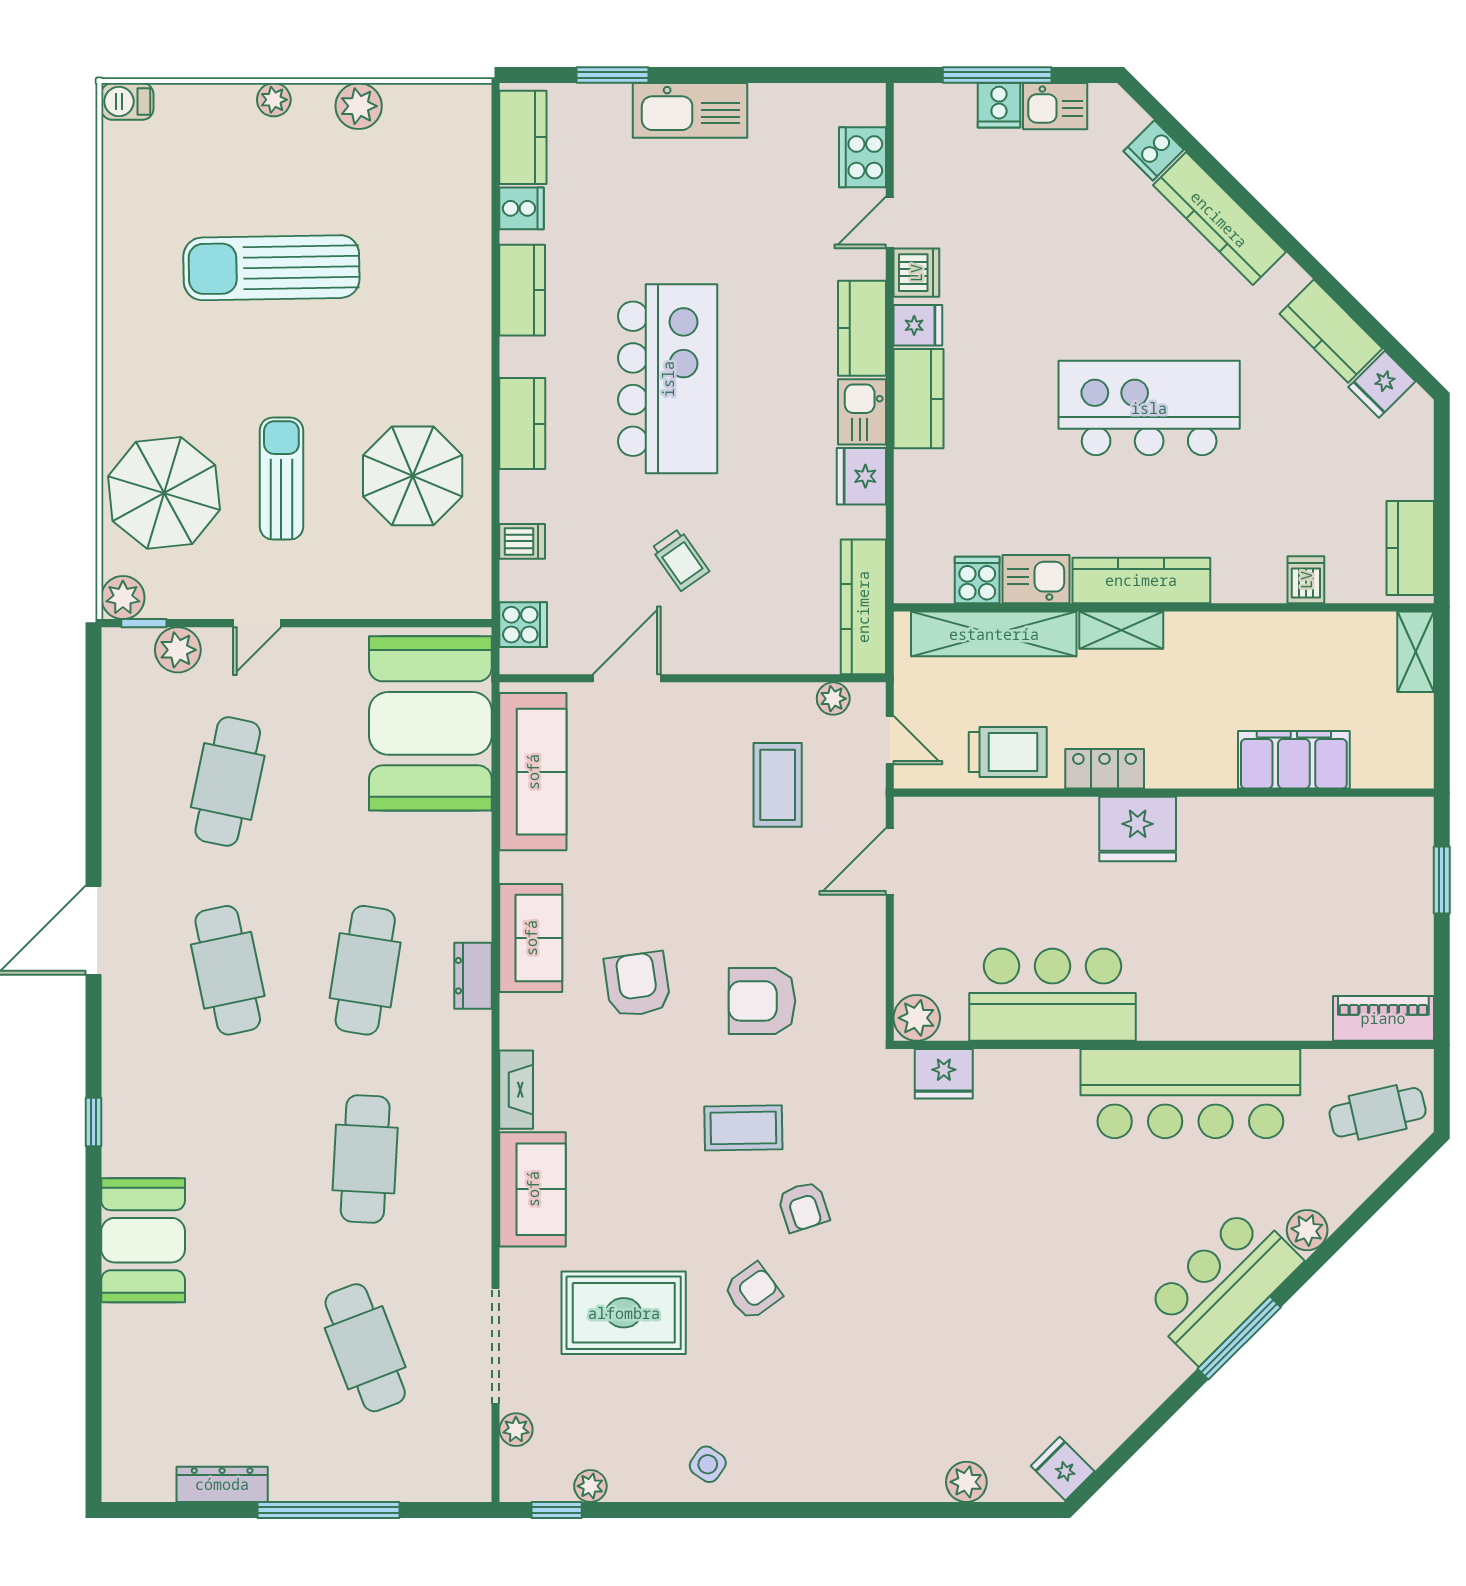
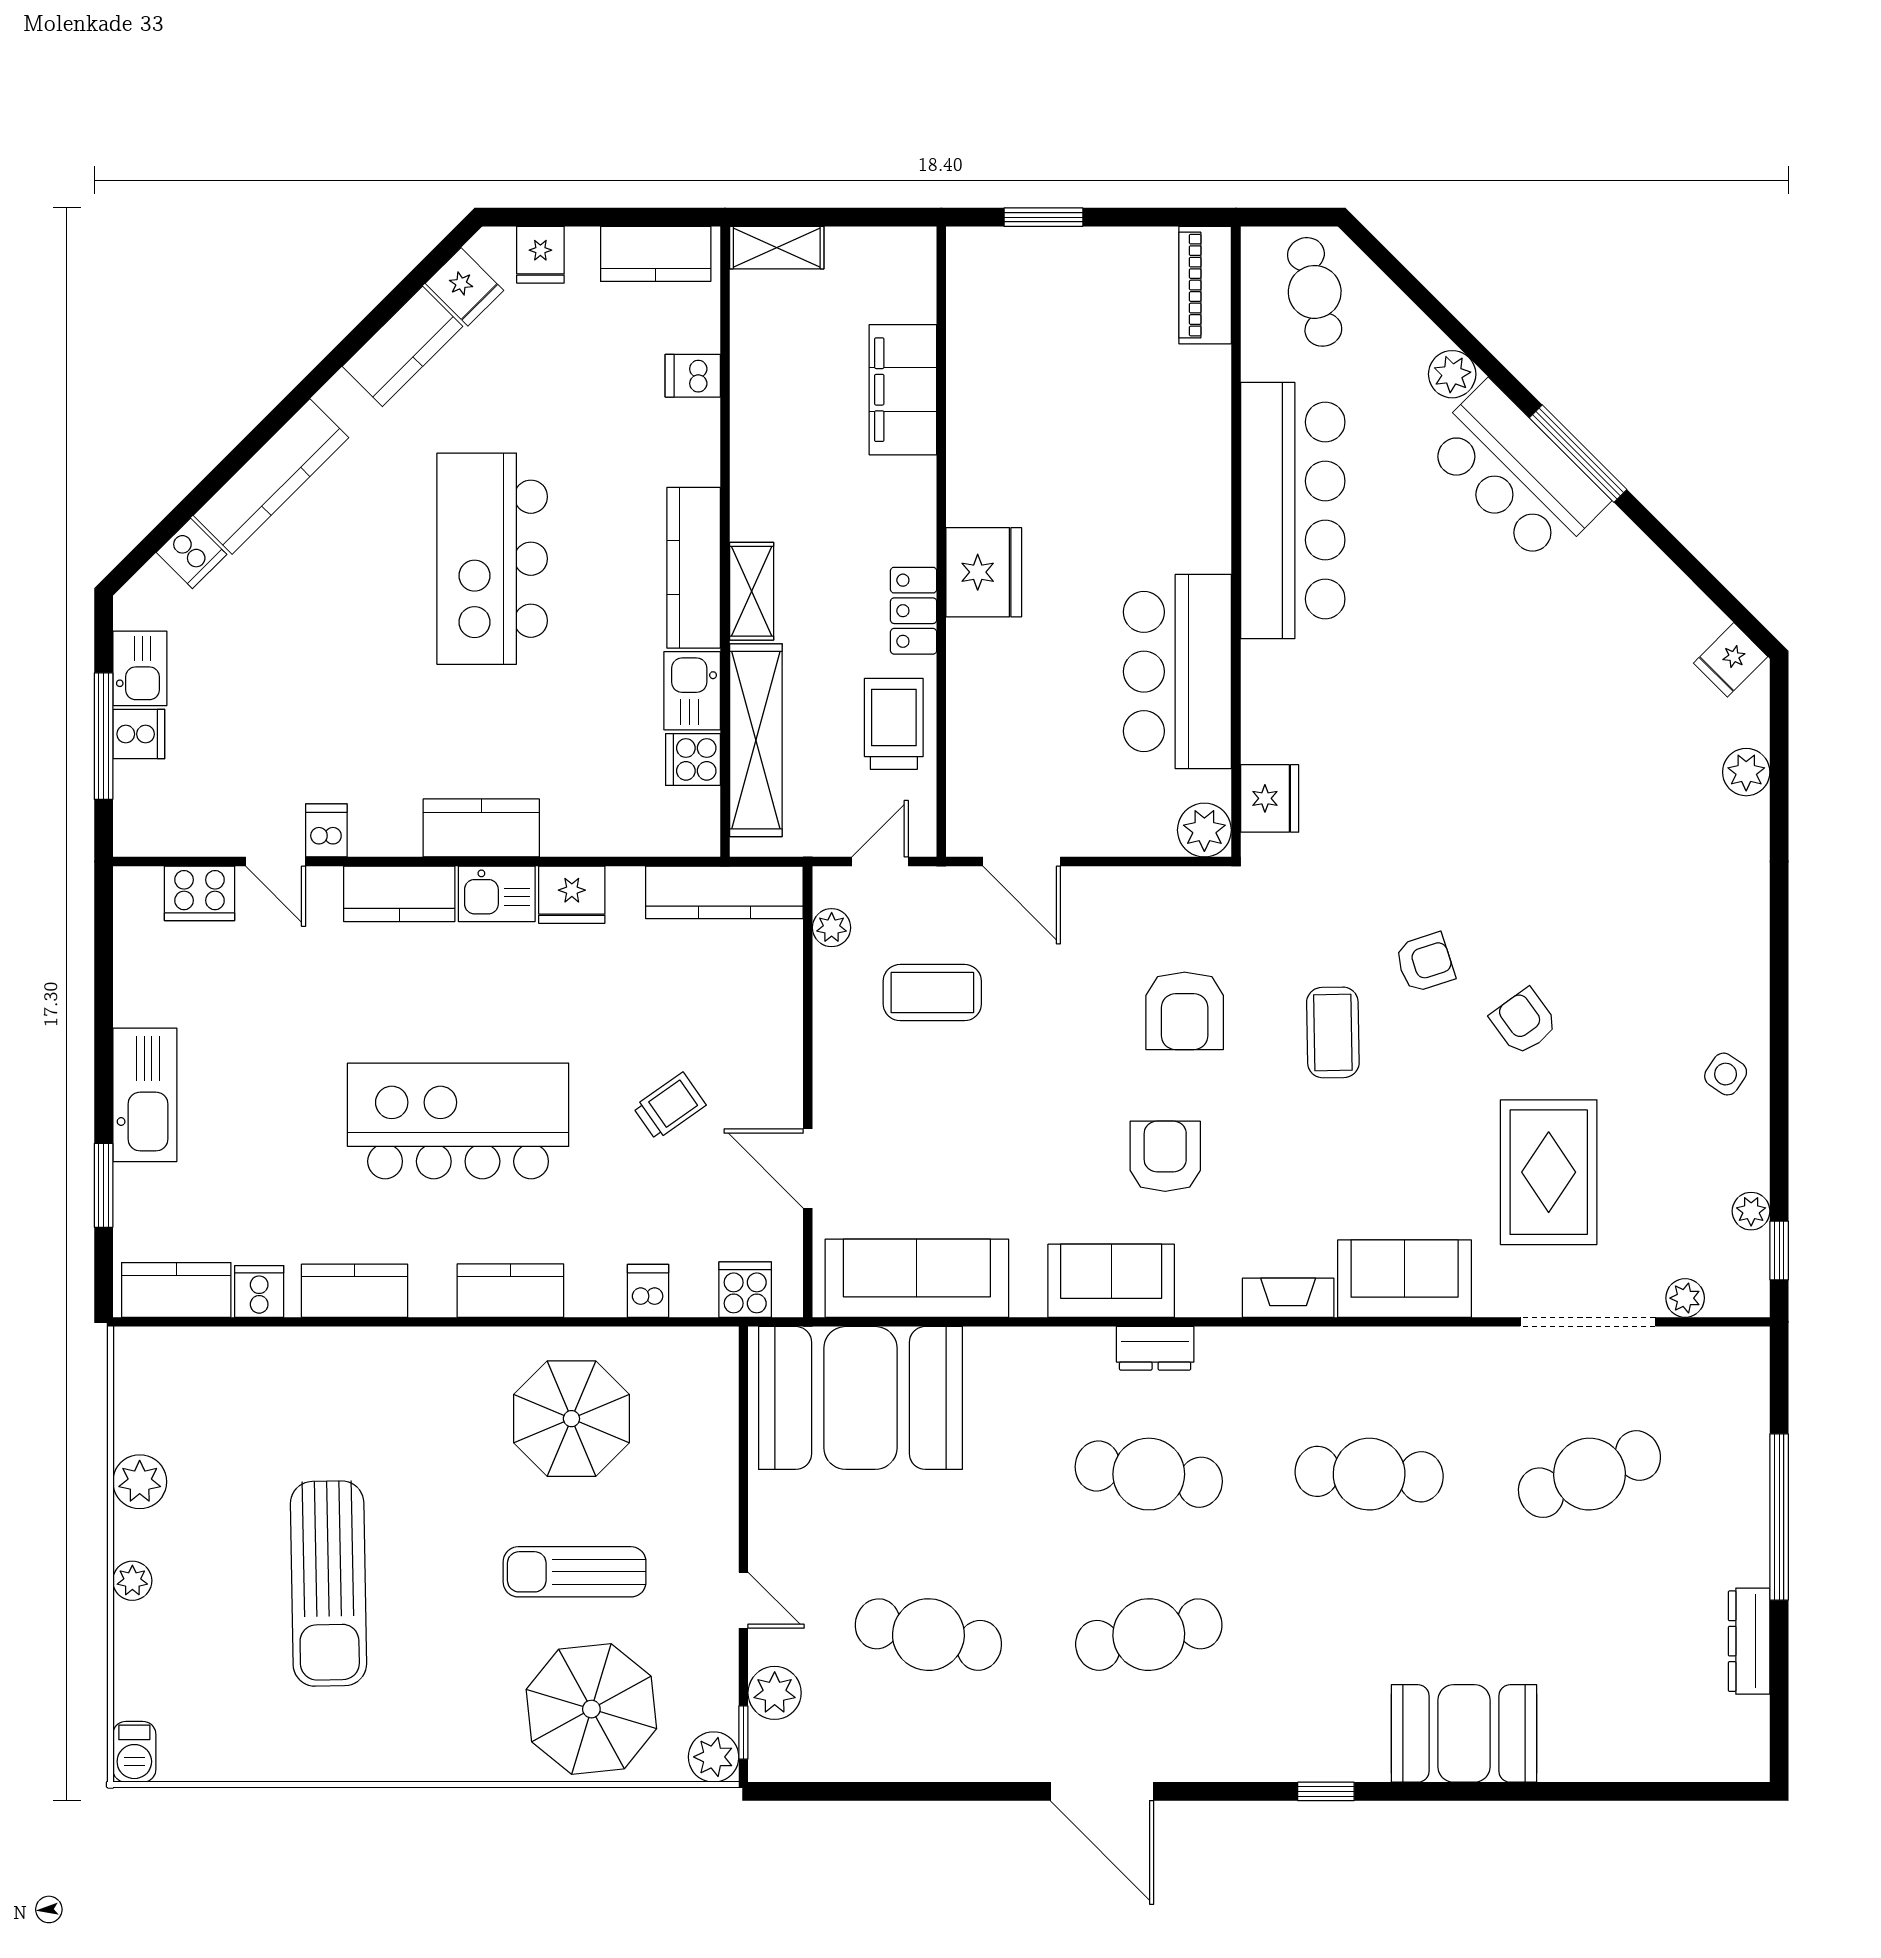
dishwasher: (916, 273) -> (326, 830), width x0.73
fridge: (918, 325) -> (540, 255), moved, turned 180
armchair: (637, 984) -> (1165, 1156), turned 98

